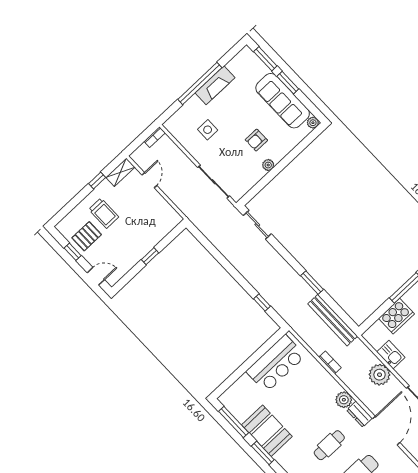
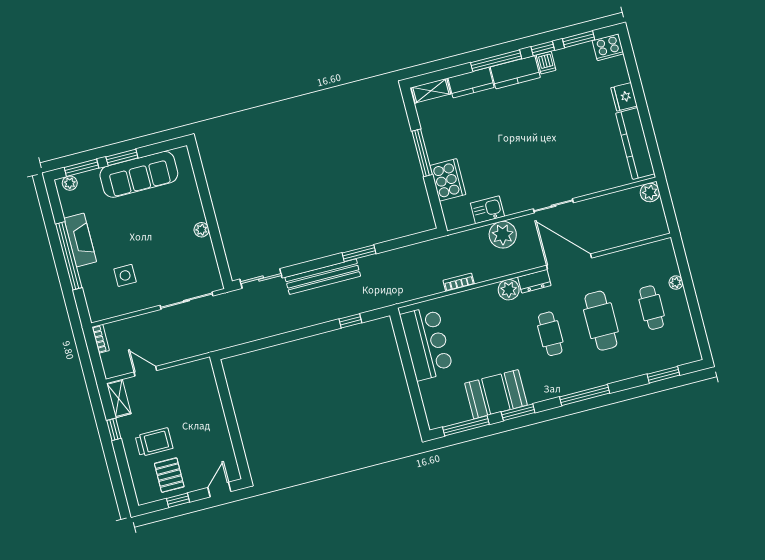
plant: (313, 123) -> (70, 183), moved
armchair: (256, 140) -> (166, 228), removed
window: (150, 256) -> (230, 417), removed
bench: (333, 320) -> (323, 277), moved

